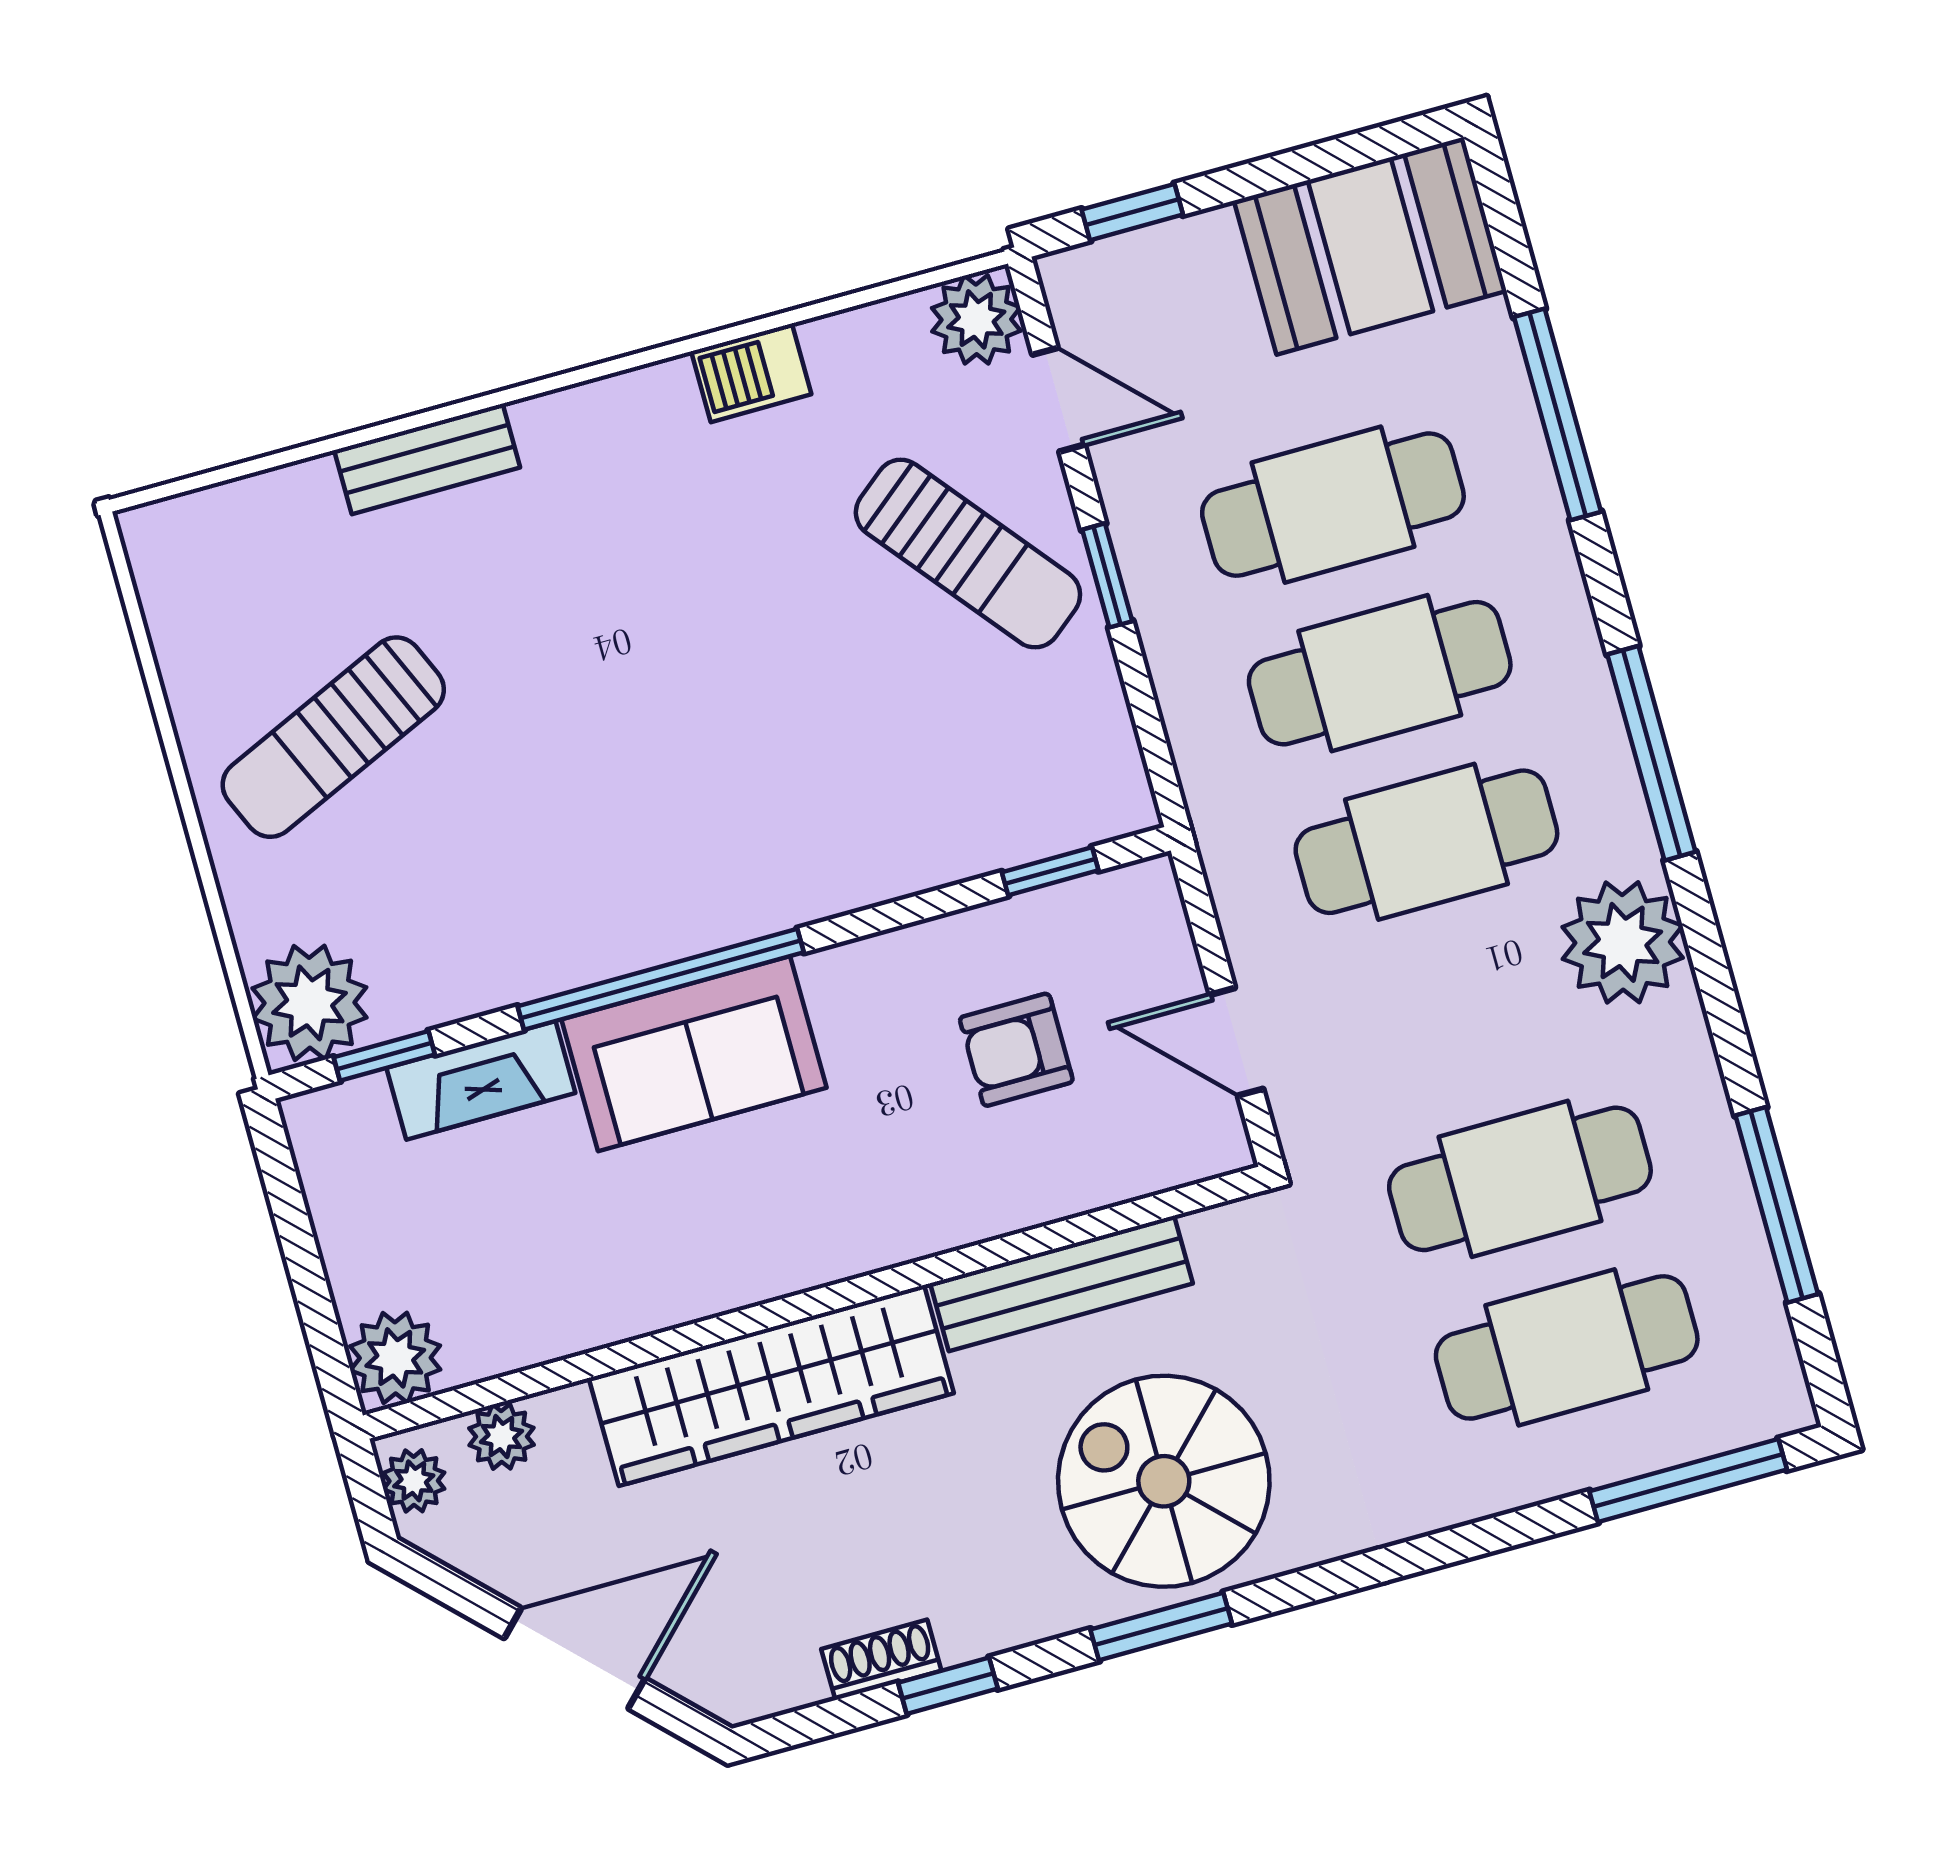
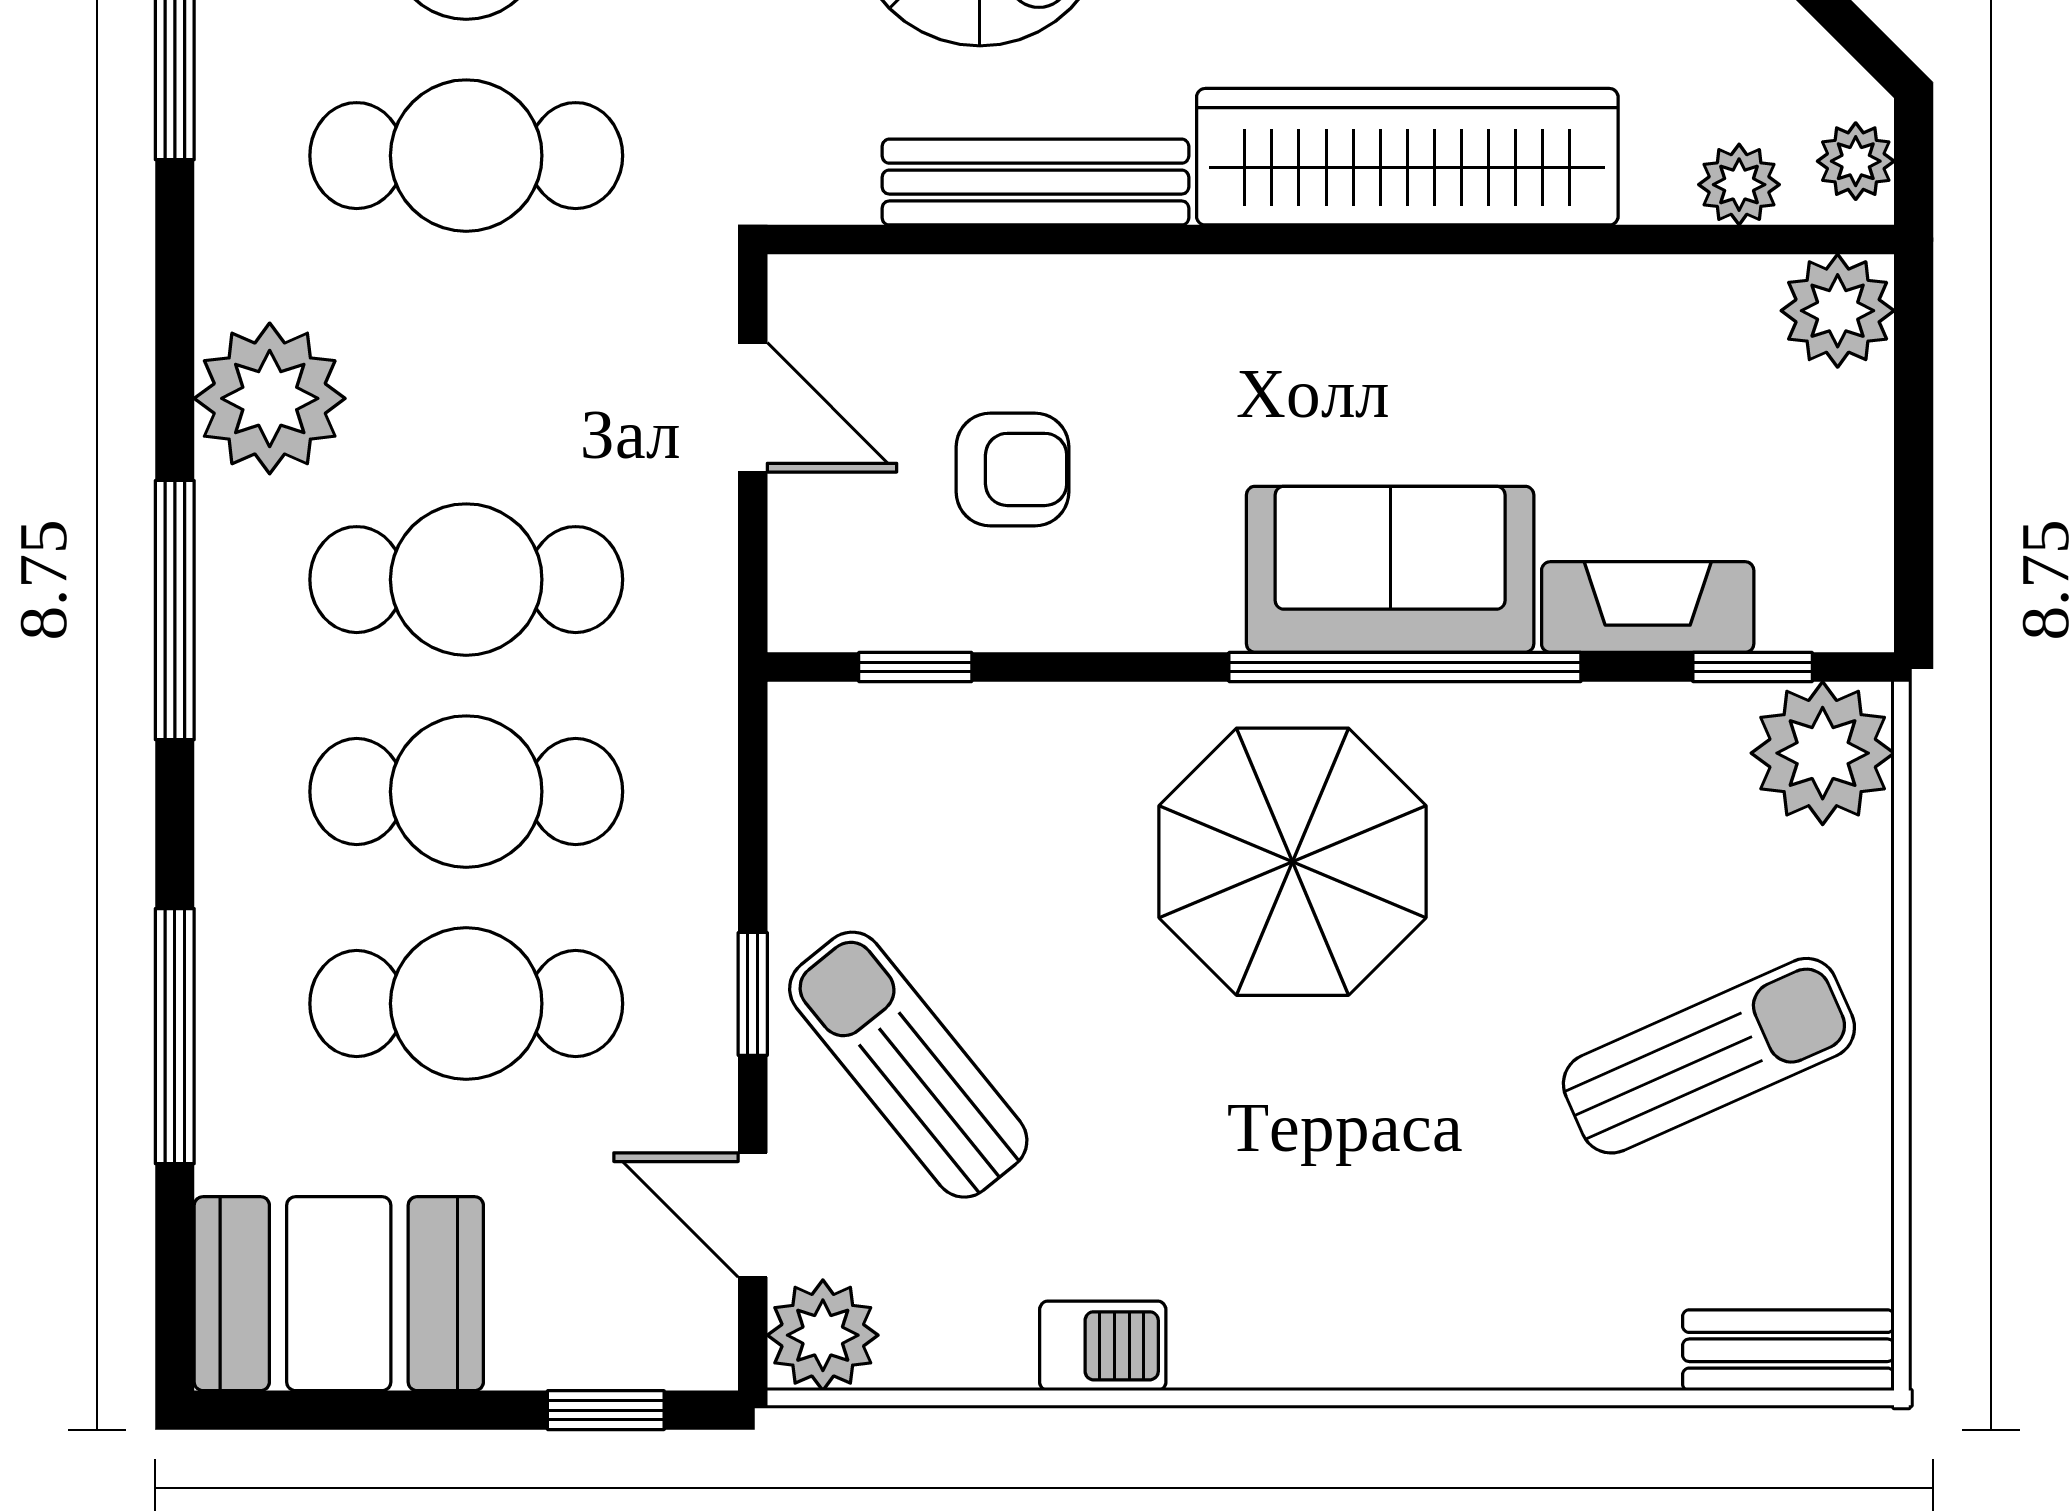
bench: (427, 459) -> (1788, 1350), moved
parasol: (707, 800) -> (1292, 862), added

